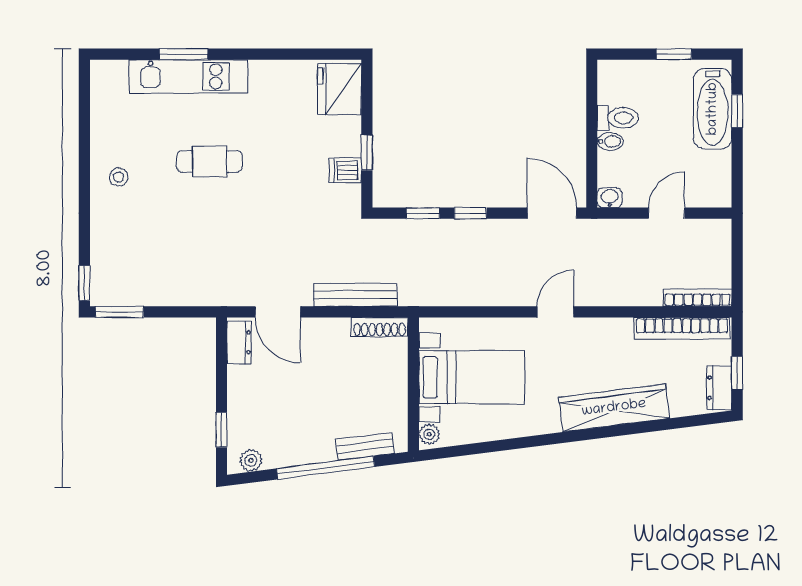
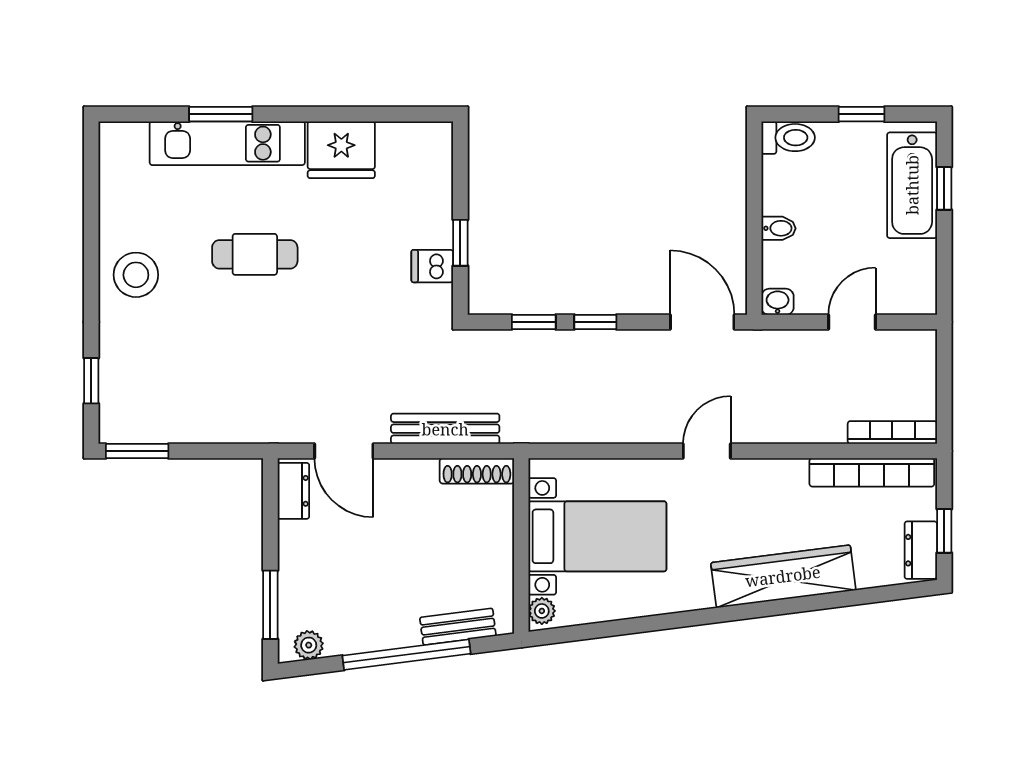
fridge: (340, 89) -> (341, 150), moved, turned -90
toilet: (618, 118) -> (788, 138), moved
stool: (119, 177) -> (136, 275), width x1.89, depth x1.89
window: (84, 283) -> (91, 381), moved
window: (222, 430) -> (270, 605), width x1.50

